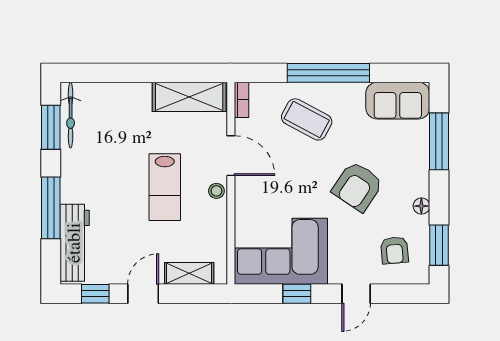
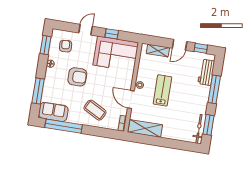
window: (328, 73) -> (64, 126), moved
armchair: (358, 186) -> (77, 77), turned 56
workbench: (75, 243) -> (206, 72), width x0.73

